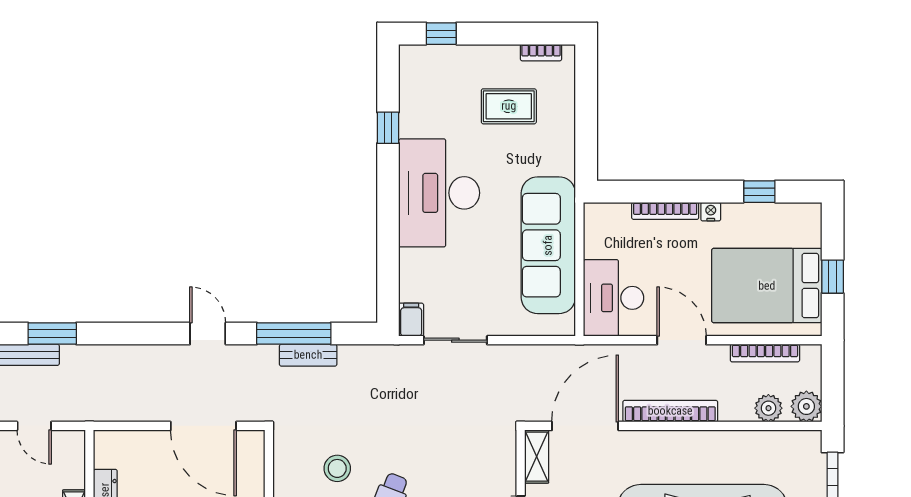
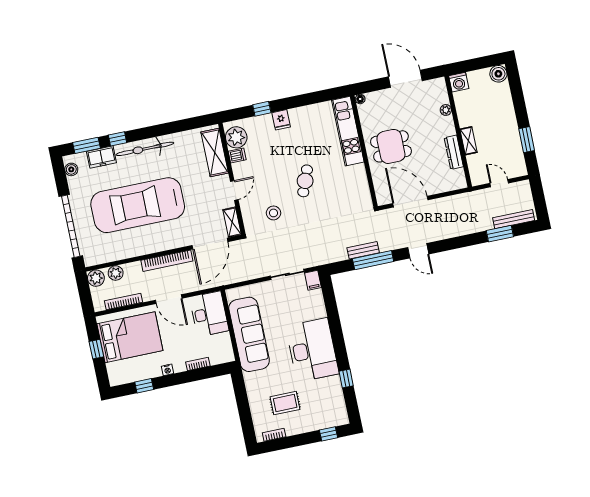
bookcase: (665, 211) -> (198, 364), width x0.64
stool: (337, 468) -> (273, 213), moved

